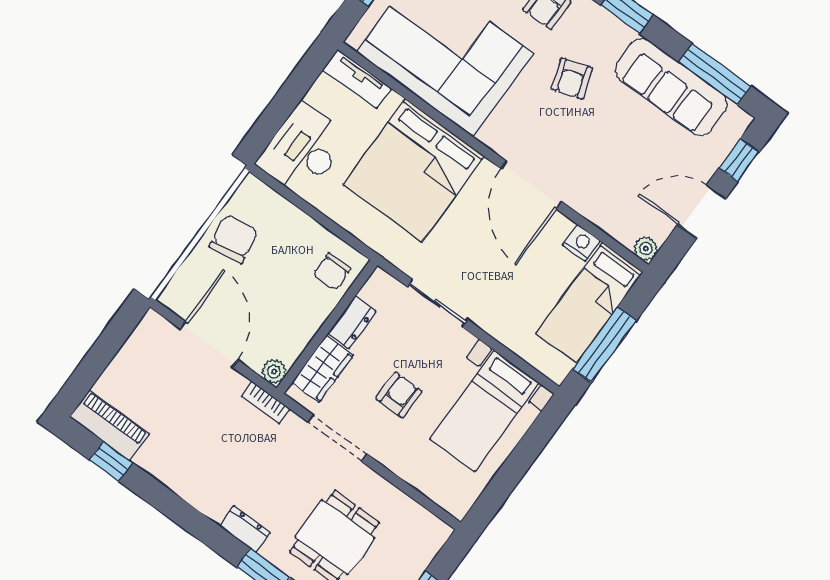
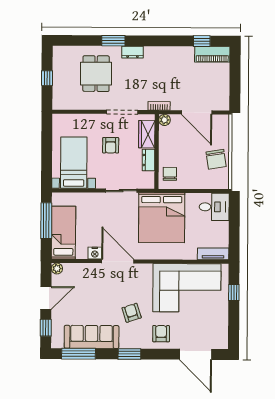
desk: (303, 150) -> (214, 207), width x0.73
bed: (414, 170) -> (162, 218), moved, turned 180
nightstand: (581, 243) -> (95, 253), moved

